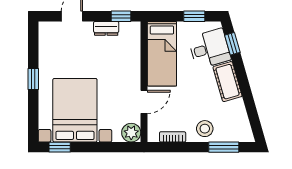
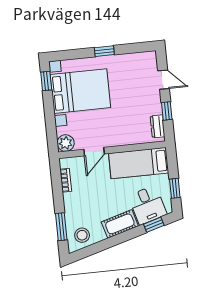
window: (121, 16) -> (167, 111), moved
dresser: (106, 28) -> (158, 126), moved
door: (144, 102) -> (94, 152), hinge flipped
stool: (205, 129) -> (82, 235), moved

